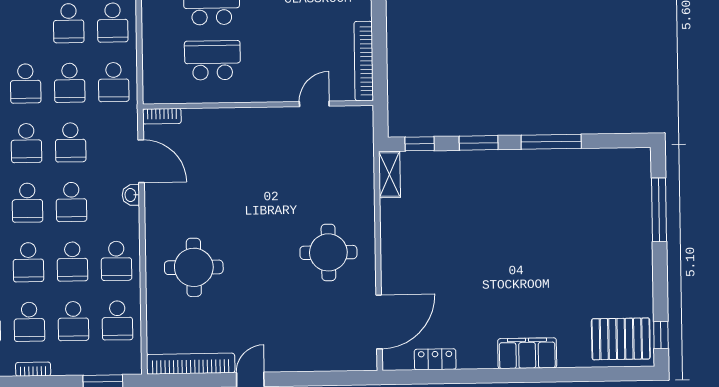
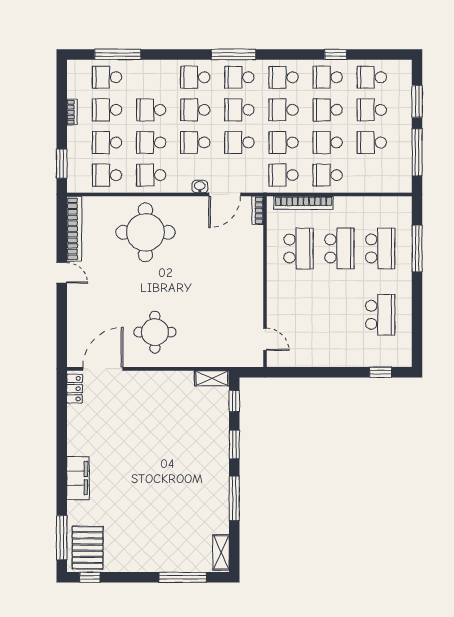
school desk: (25, 24) -> (328, 110), added
bookcase: (364, 61) -> (304, 203), moved, turned 180
door: (314, 104) -> (265, 339), moved
shelving: (625, 158) -> (221, 552), added
round table: (194, 267) -> (145, 232), width x1.36, depth x1.36
door: (379, 322) -> (103, 369), swing flipped
locker: (435, 359) -> (75, 389), moved
window: (608, 374) -> (62, 538), added

